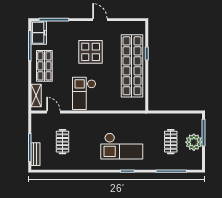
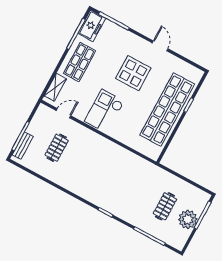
door: (53, 112) -> (63, 113), hinge flipped
checkout: (122, 146) -> (114, 184), removed

